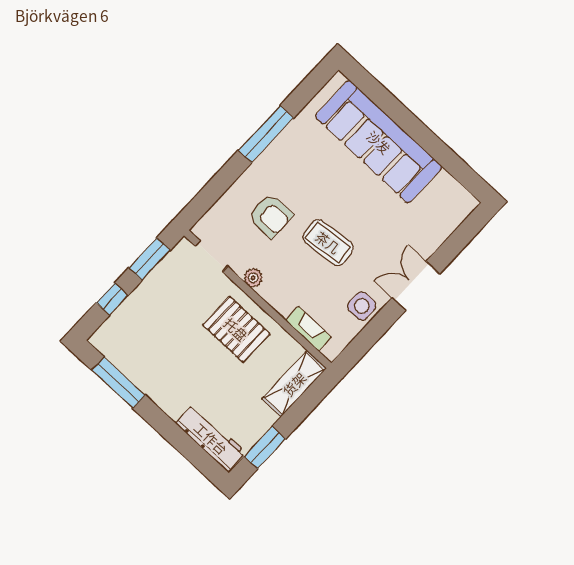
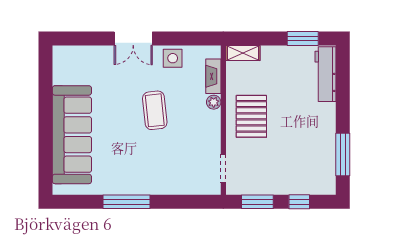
armchair: (271, 216) -> (170, 157), removed
plant: (253, 278) -> (214, 102), moved
shelving: (294, 384) -> (243, 53), width x0.67, depth x0.75

